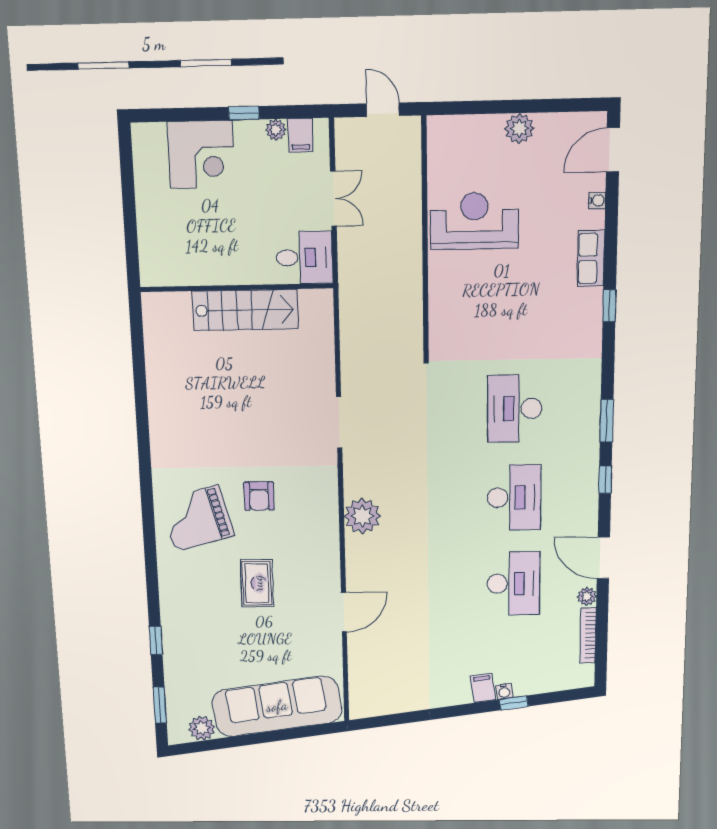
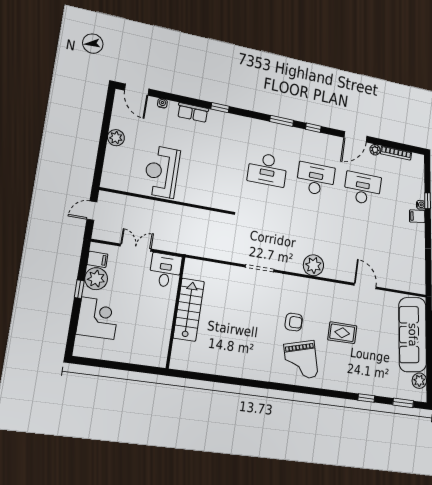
plant: (276, 130) -> (96, 279), width x1.88, depth x1.88

